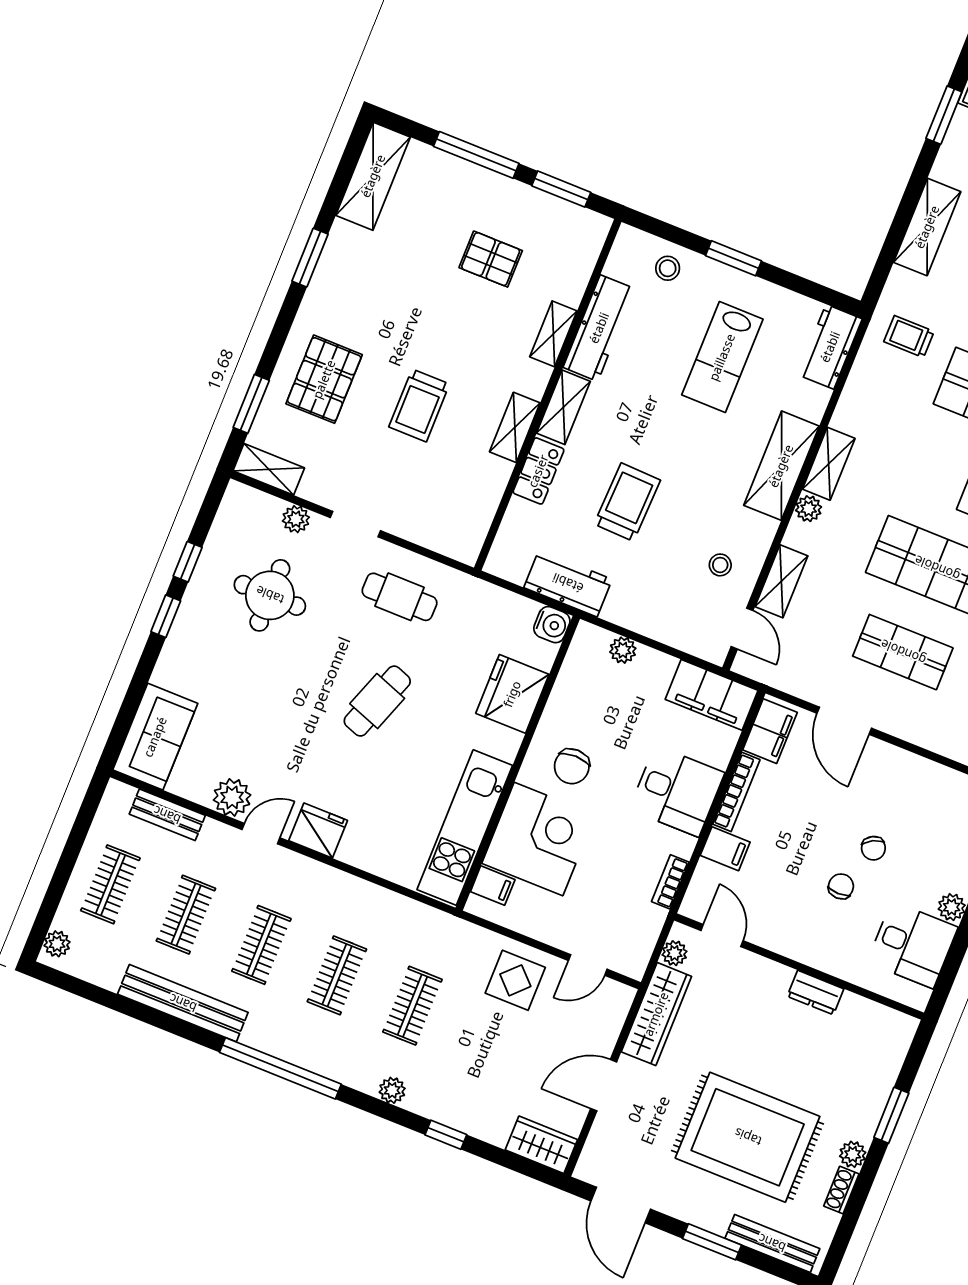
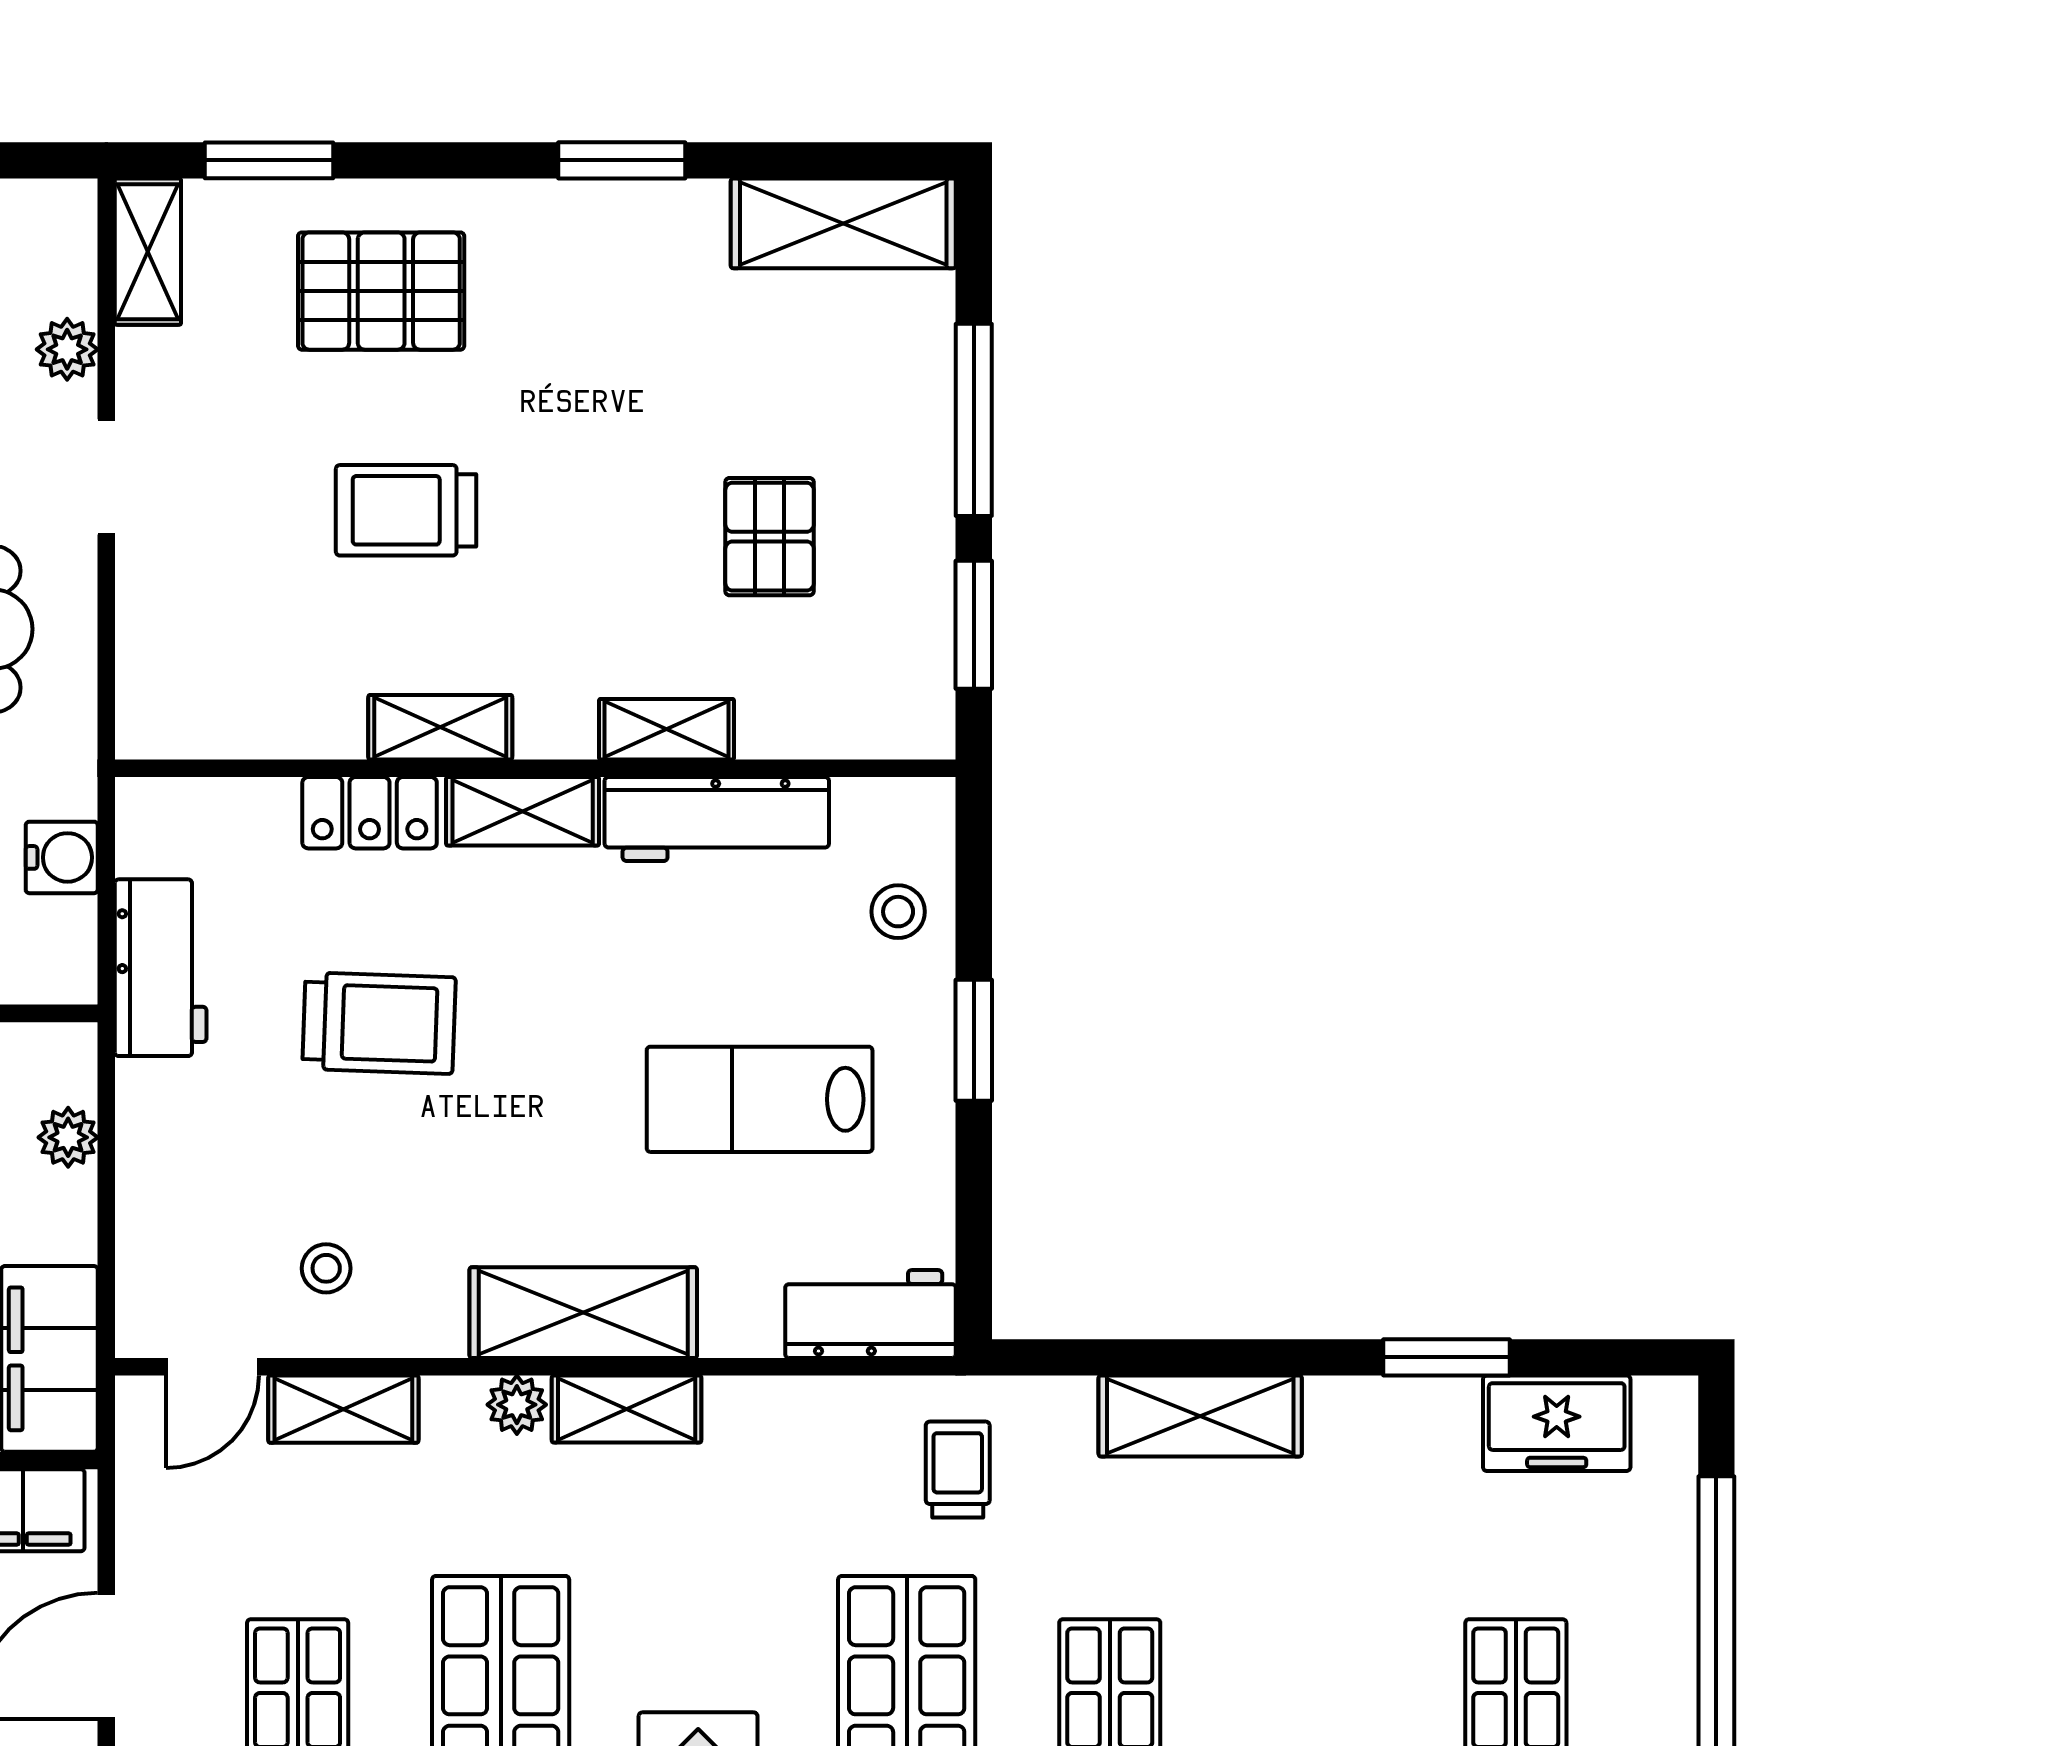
water cooler: (552, 625) -> (62, 857), moved, turned -90

